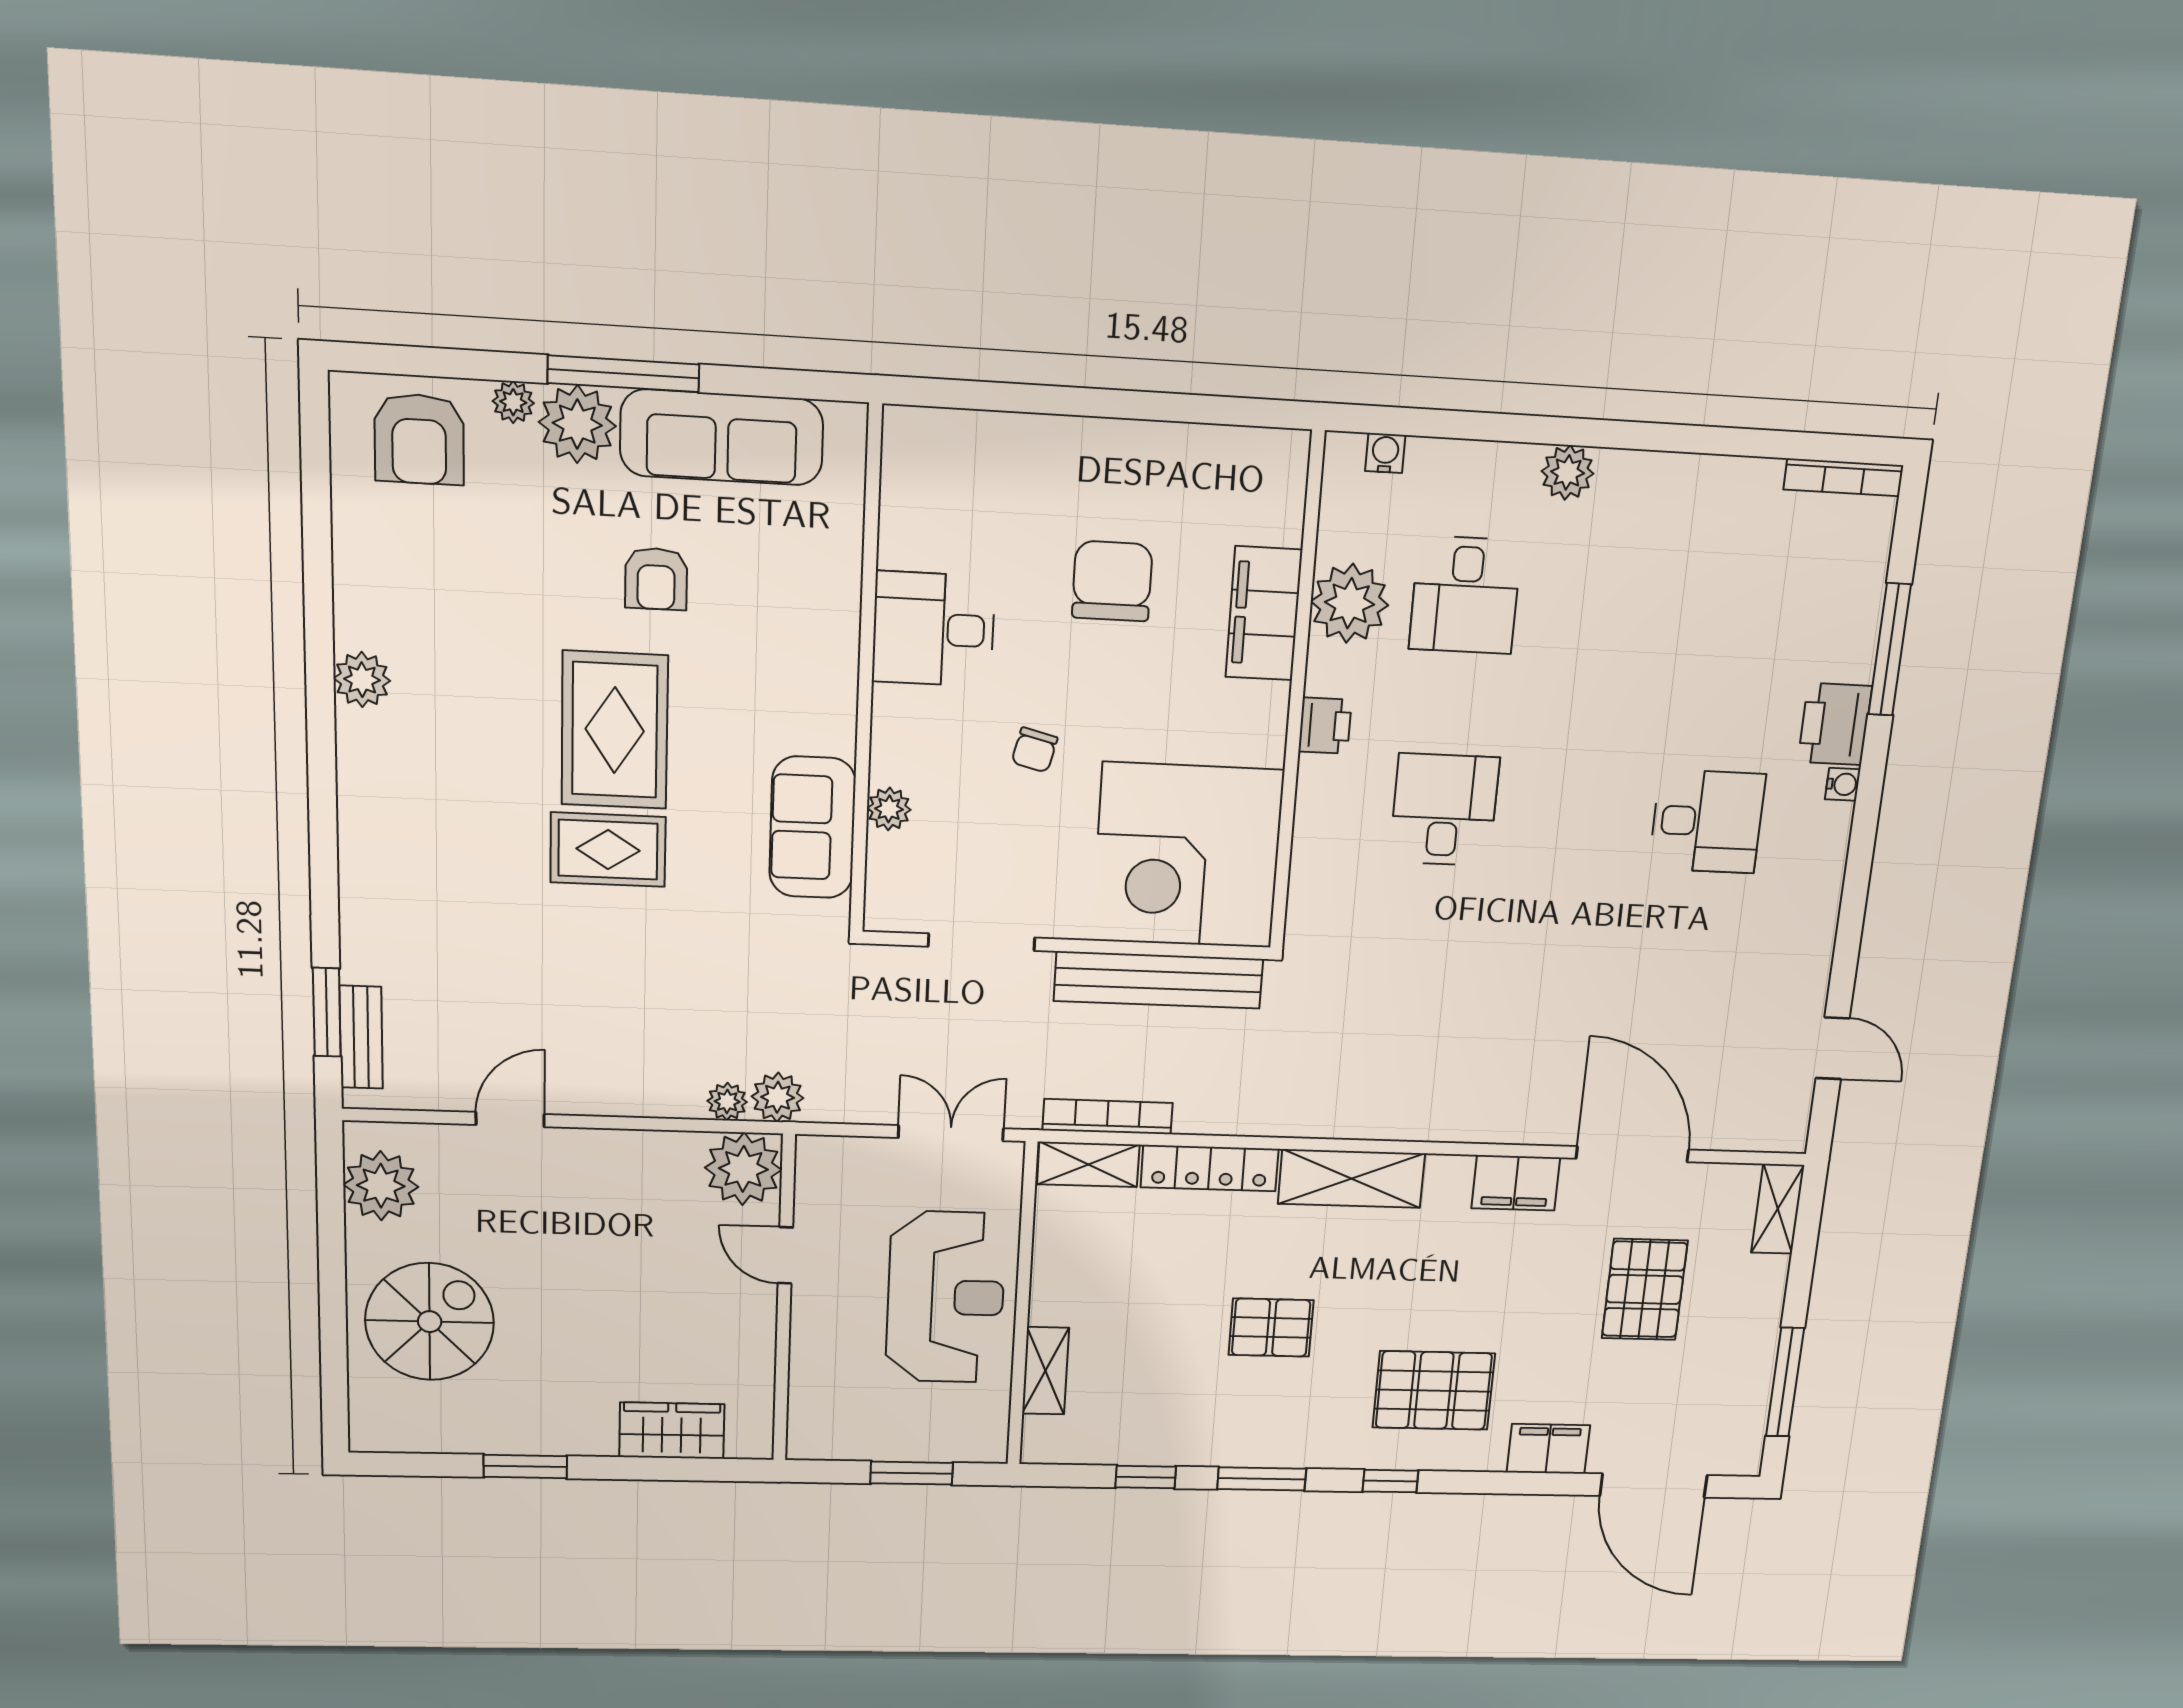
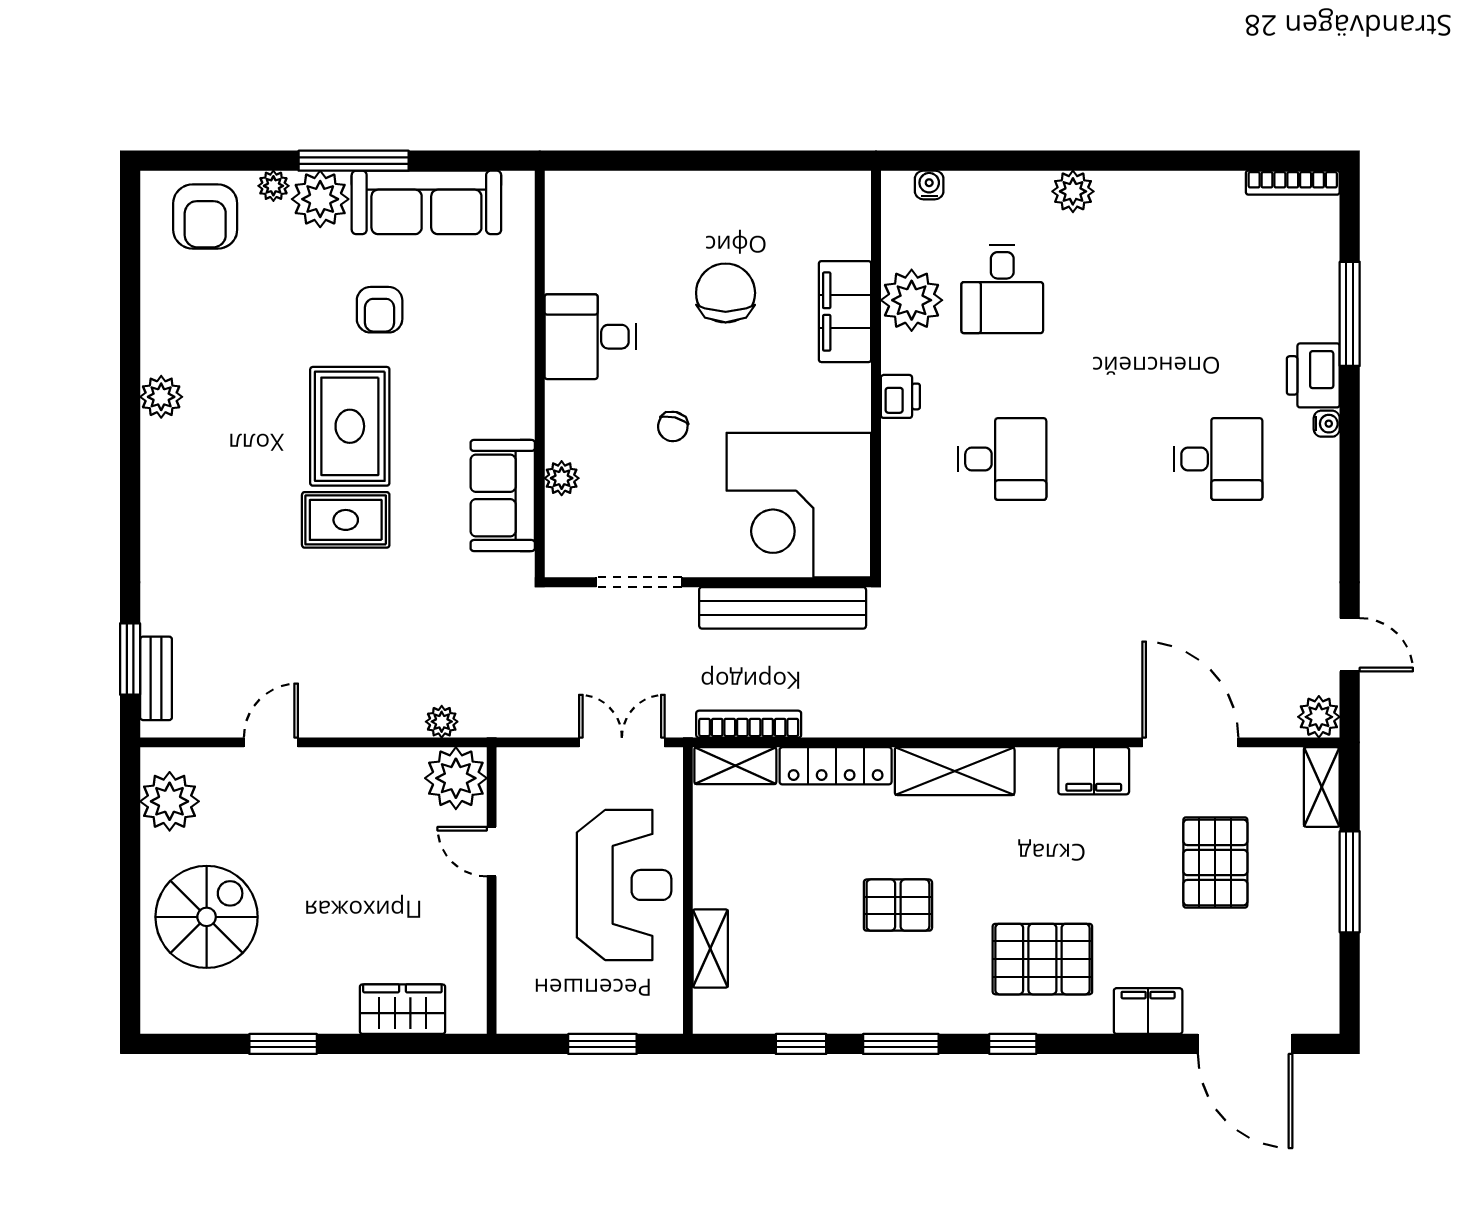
desk: (1444, 810) -> (1002, 459), turned 90
plant: (778, 1097) -> (1319, 717), moved
window: (1785, 1382) -> (1350, 882), moved

